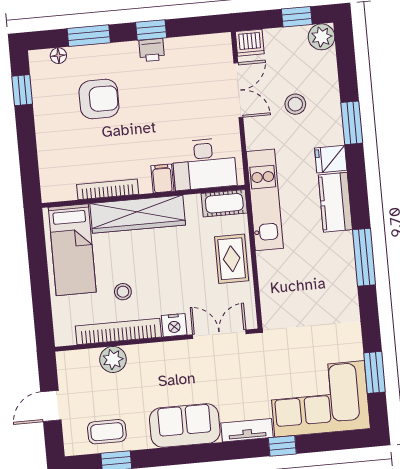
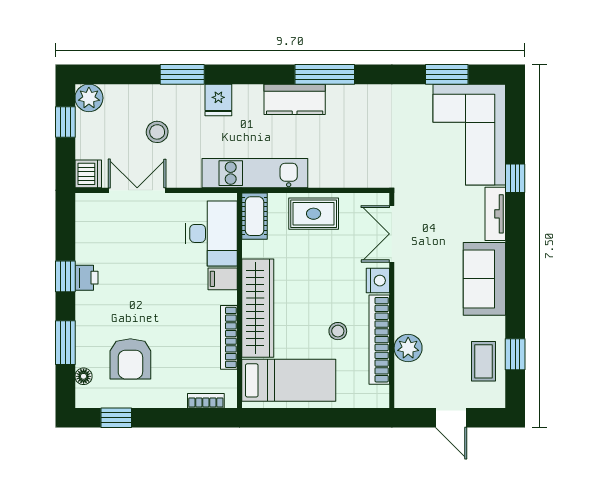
armchair: (99, 99) -> (130, 359), moved, turned 180
bookcase: (46, 173) -> (206, 401), added
kitchen counter: (335, 202) -> (295, 99), moved

